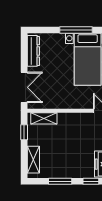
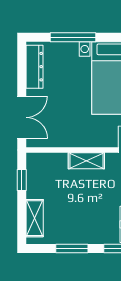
window: (76, 30) -> (73, 37), moved
shelving: (44, 118) -> (86, 161), moved

